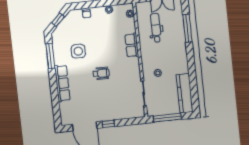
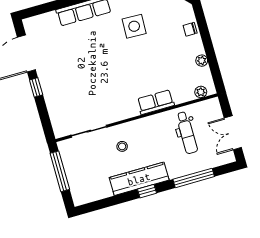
dental chair: (156, 28) -> (187, 133), turned 90
window: (191, 61) -> (147, 191), added
wheelchair: (101, 73) -> (108, 64), removed
kitchen counter: (185, 93) -> (139, 179), moved

